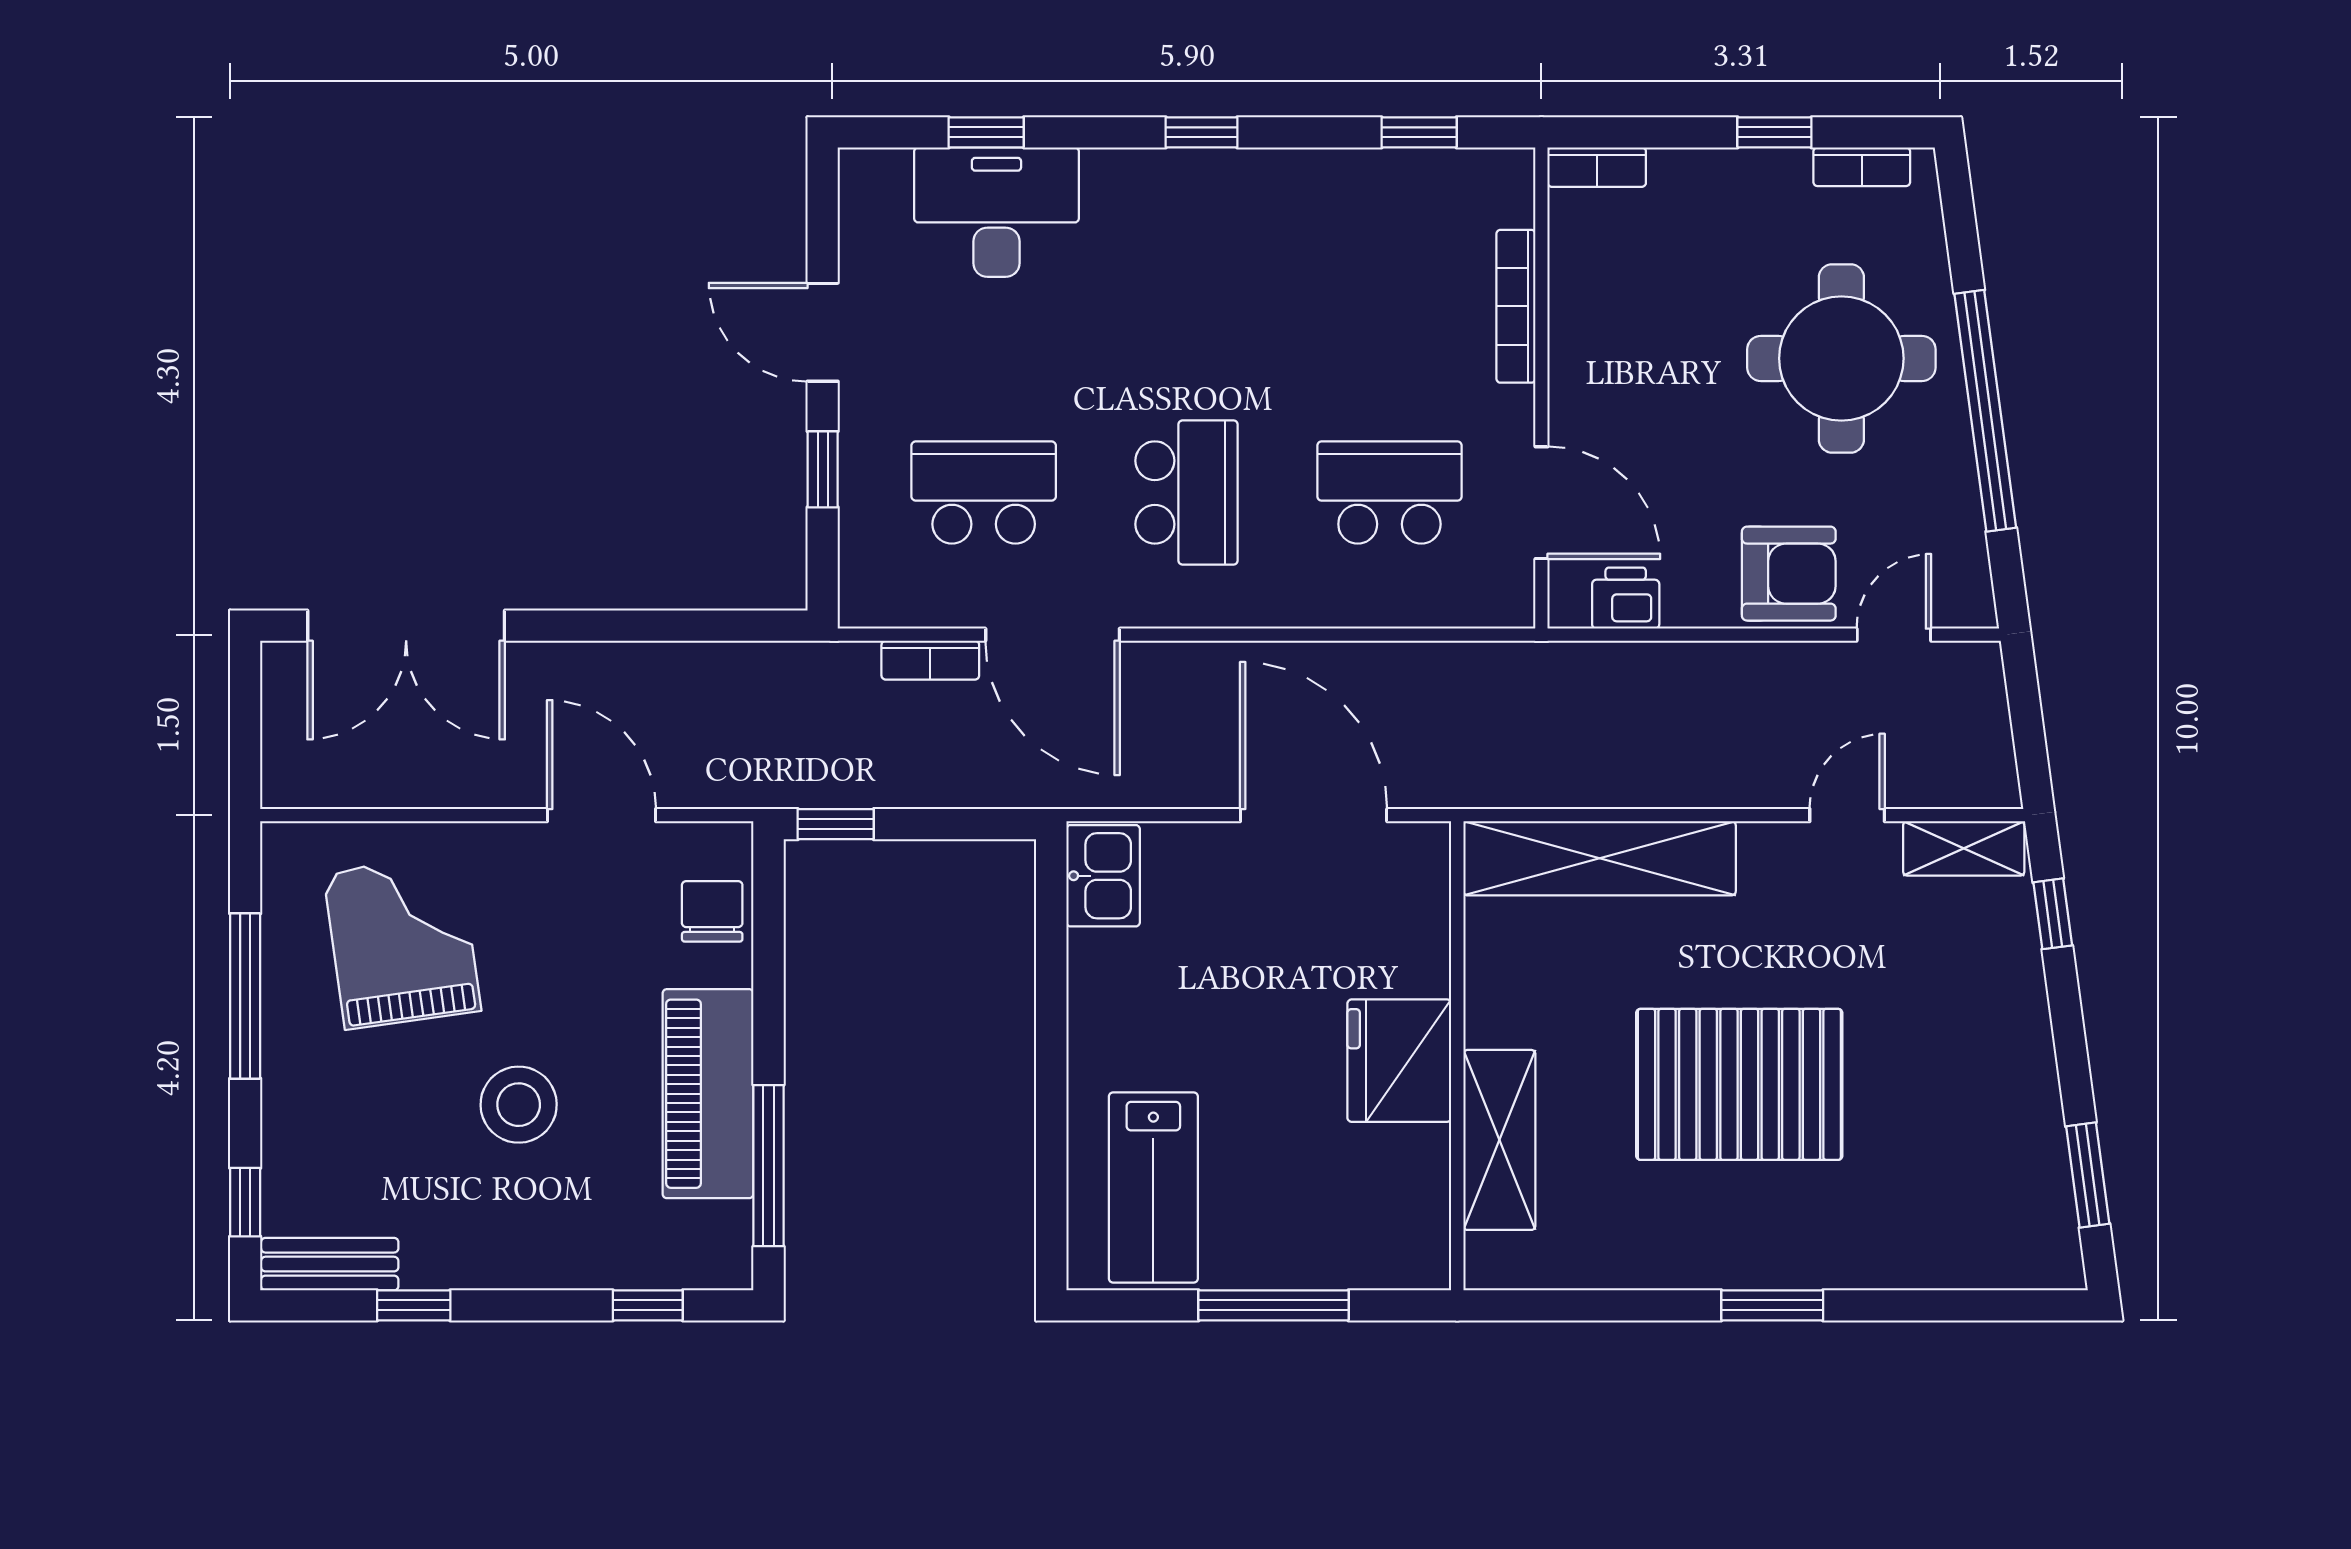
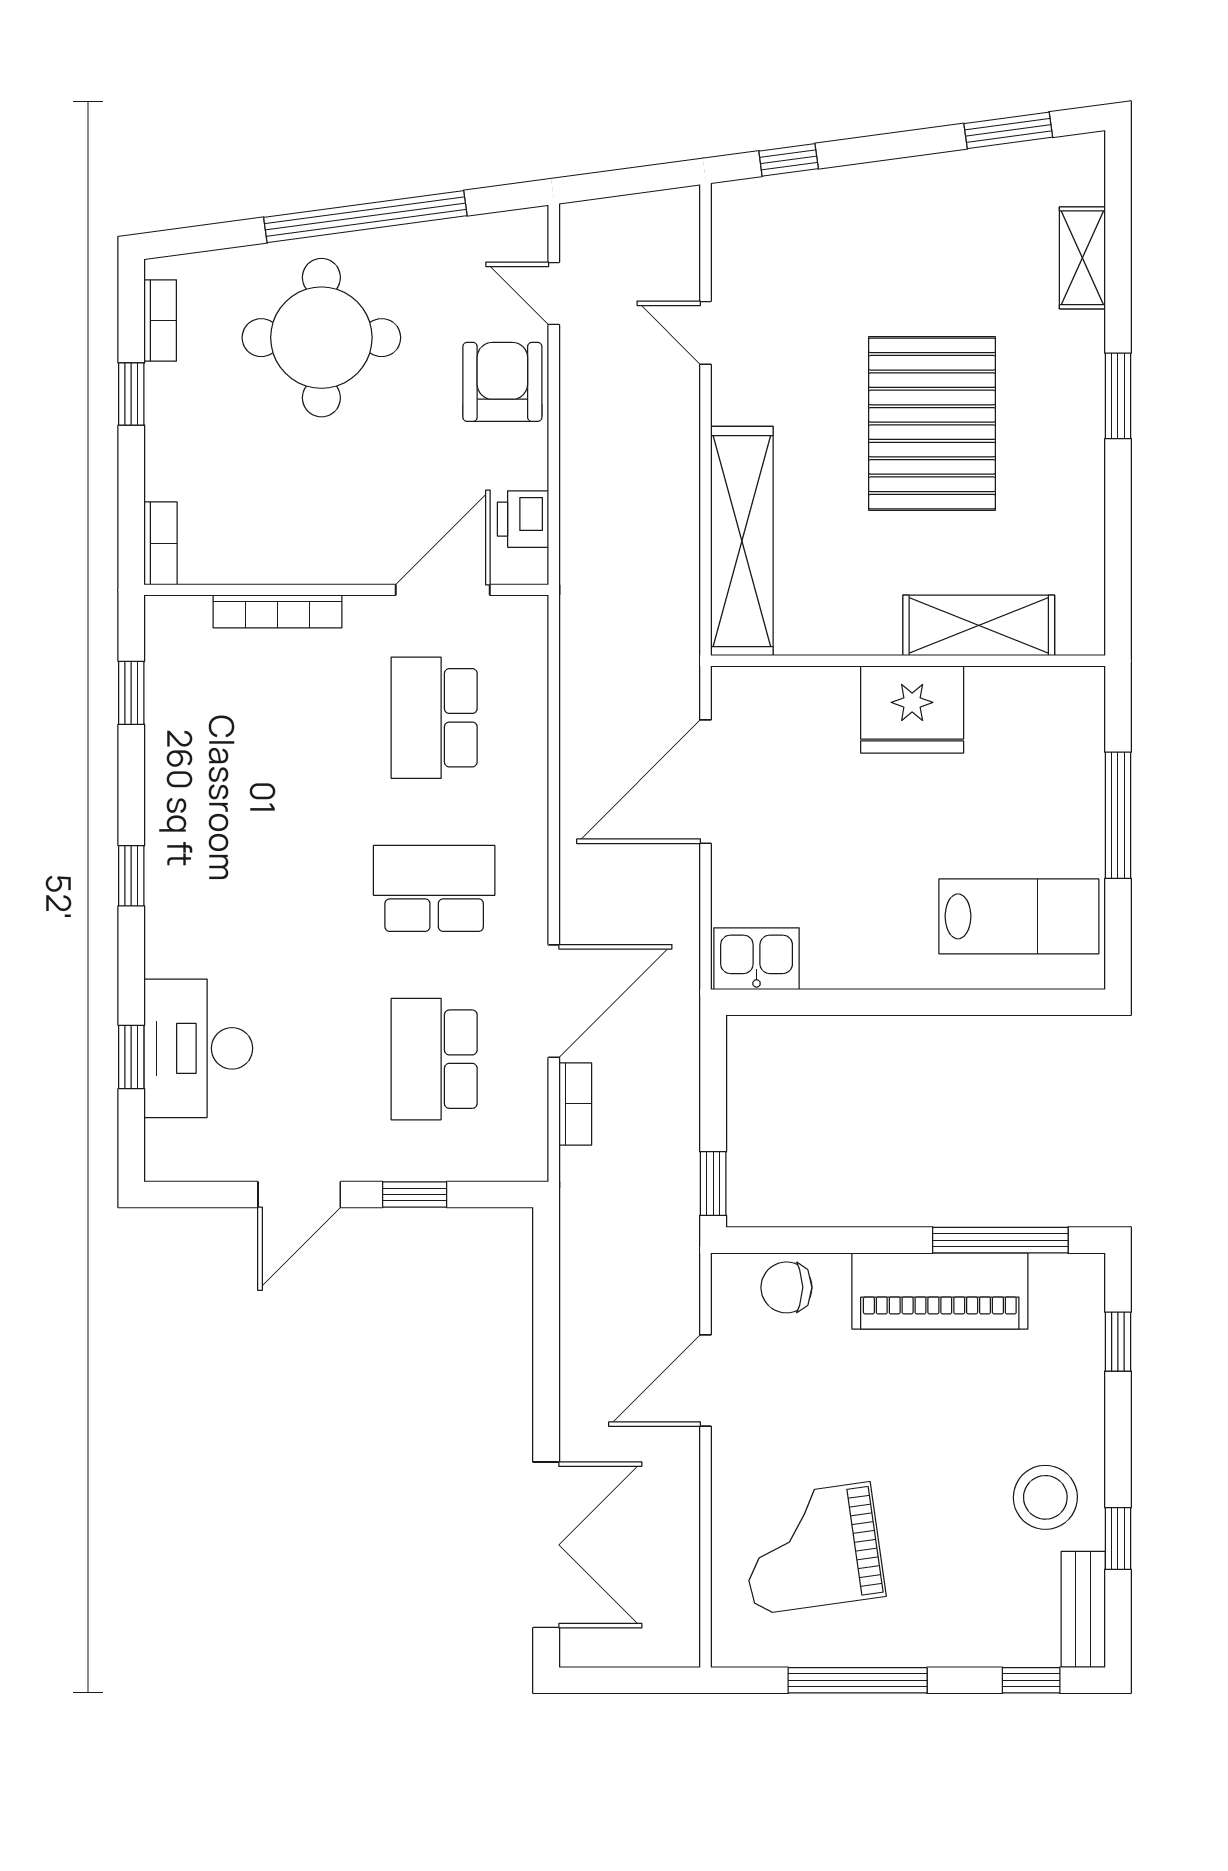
shelving: (1964, 848) -> (1082, 258), moved
stool: (519, 1105) -> (1045, 1497), moved

